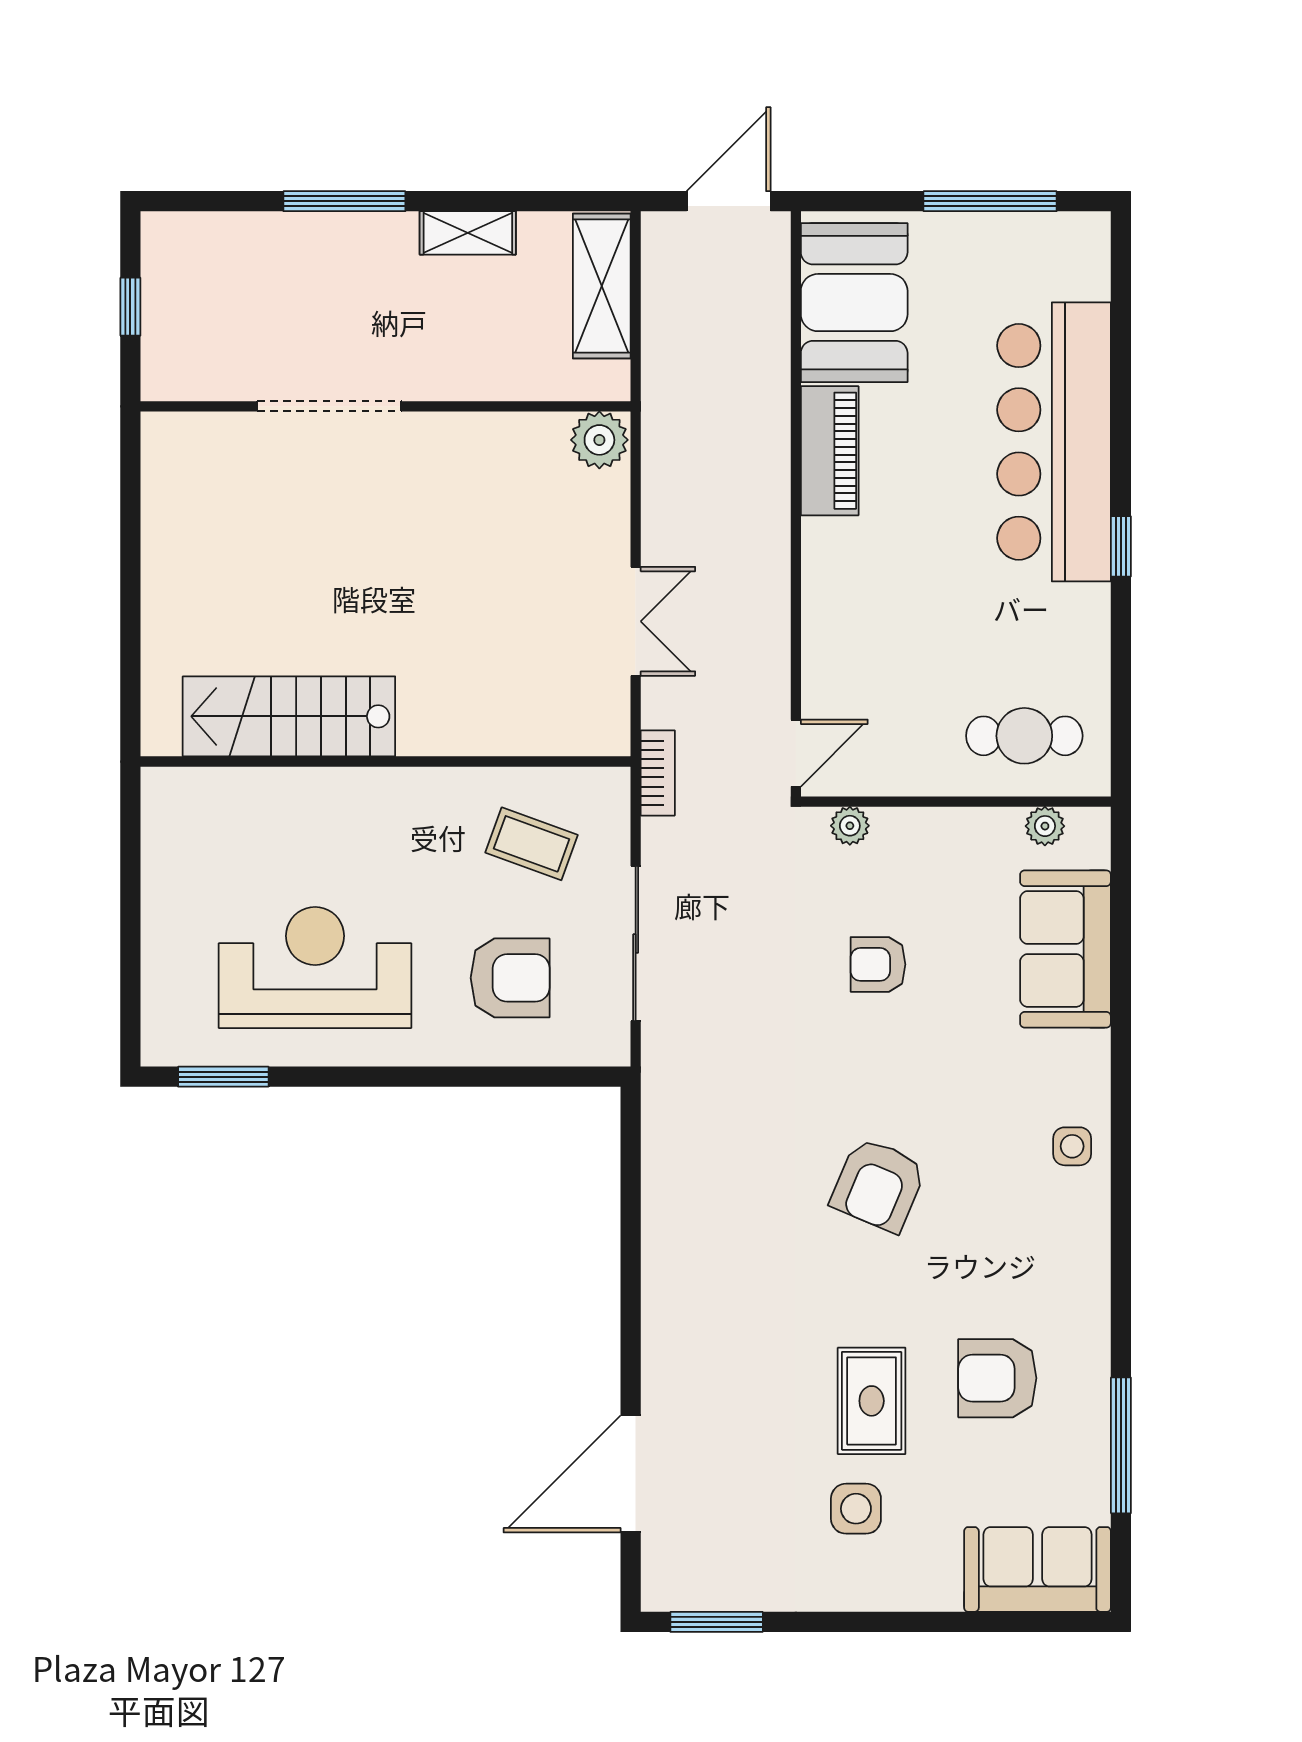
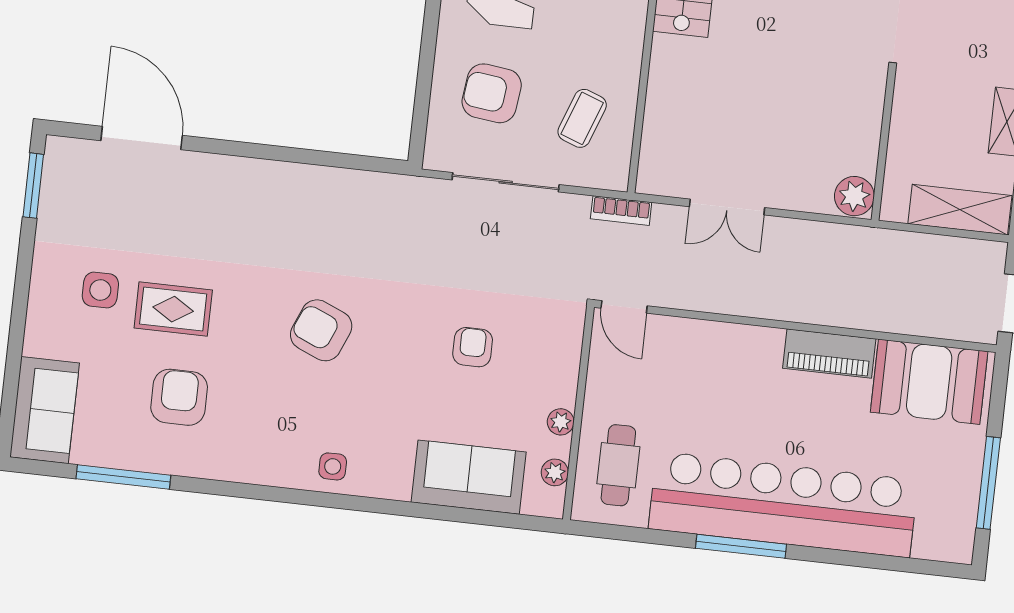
bar counter: (1054, 442) -> (783, 504), width x1.36
window: (1121, 546) -> (741, 546), width x2.17
plant: (850, 826) -> (561, 422), moved
armchair: (510, 978) -> (492, 93), turned 97

